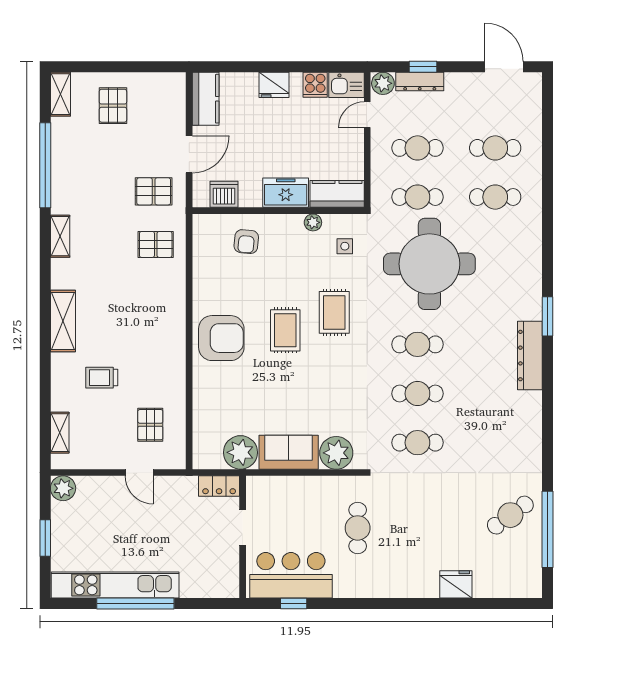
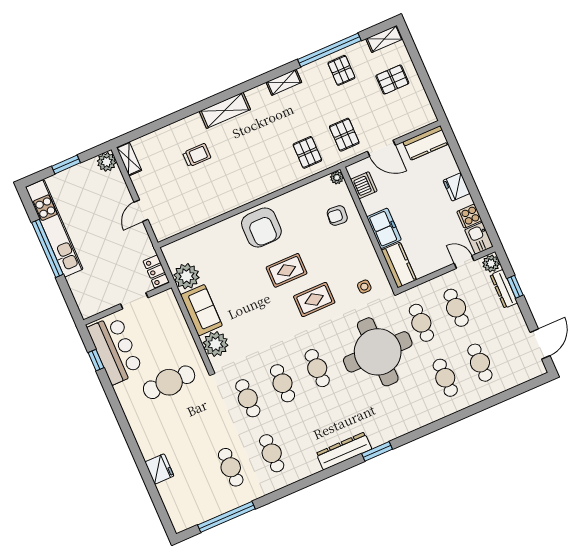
plant: (313, 222) -> (337, 178), moved
trolley: (102, 378) -> (197, 155), turned 90
pallet: (150, 425) -> (341, 70), moved, turned 90
shelving: (60, 433) -> (129, 159), moved, turned 90
cafe table: (495, 443) -> (272, 453), added
cafe table: (510, 515) -> (231, 467), moved, turned 36
cafe table: (358, 528) -> (169, 382), width x1.37, depth x1.35

